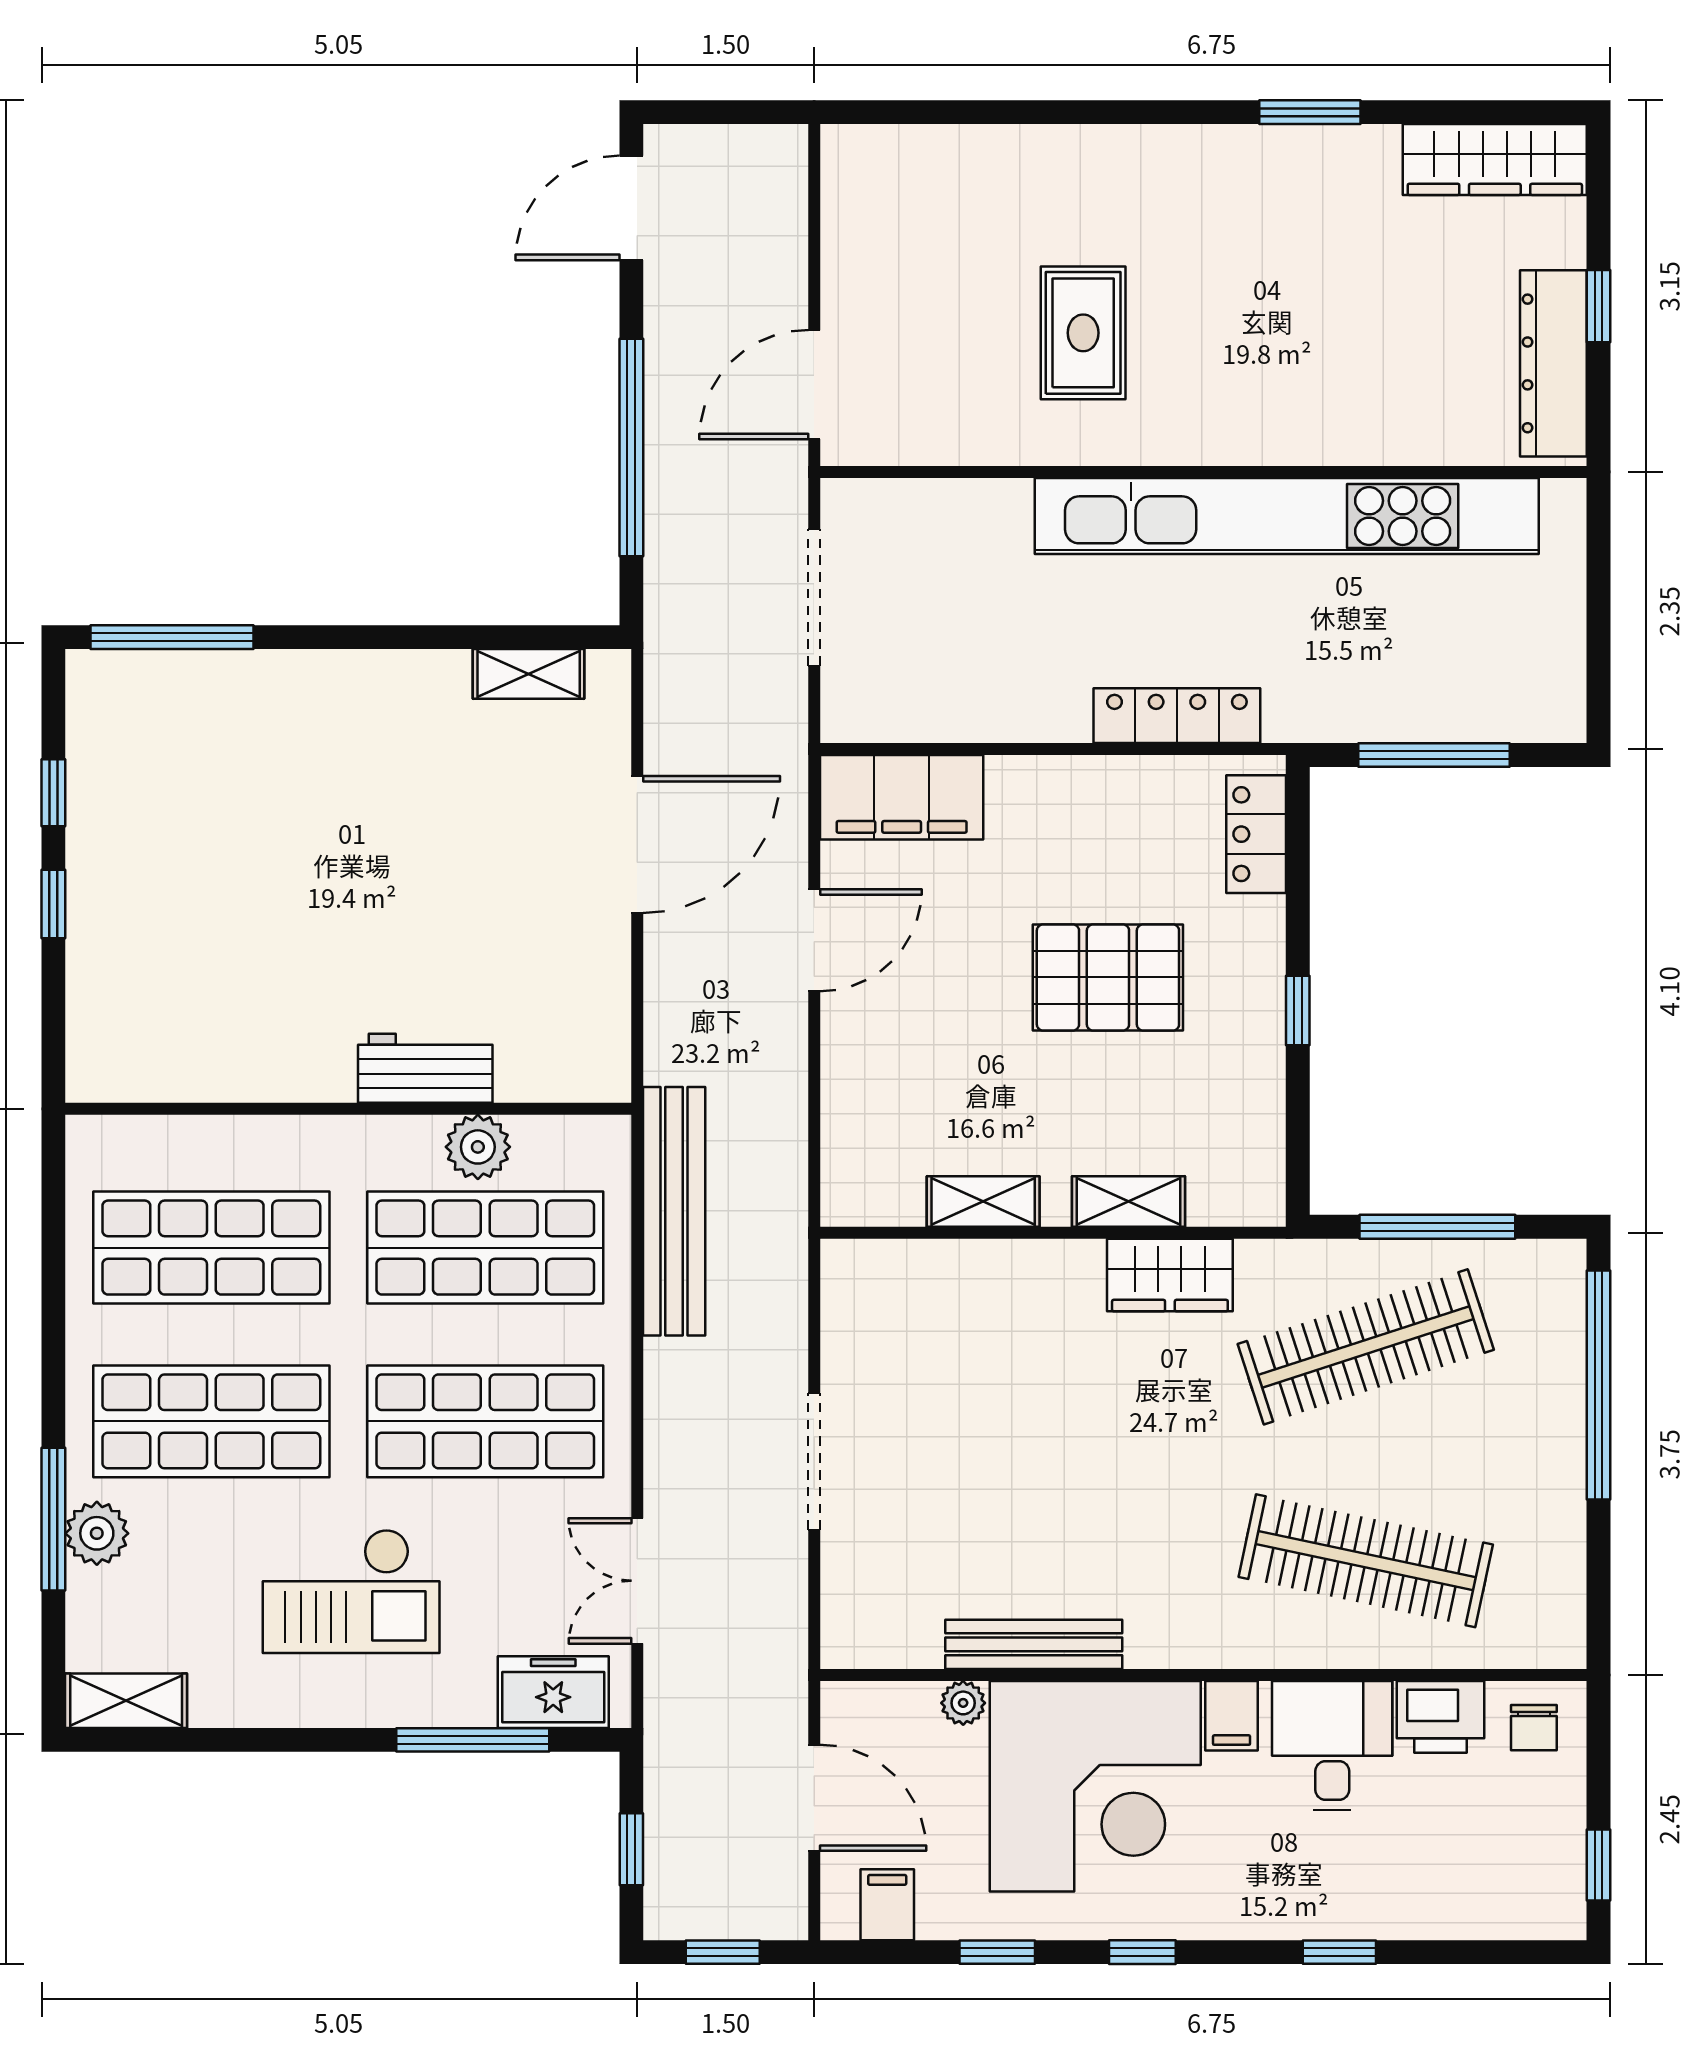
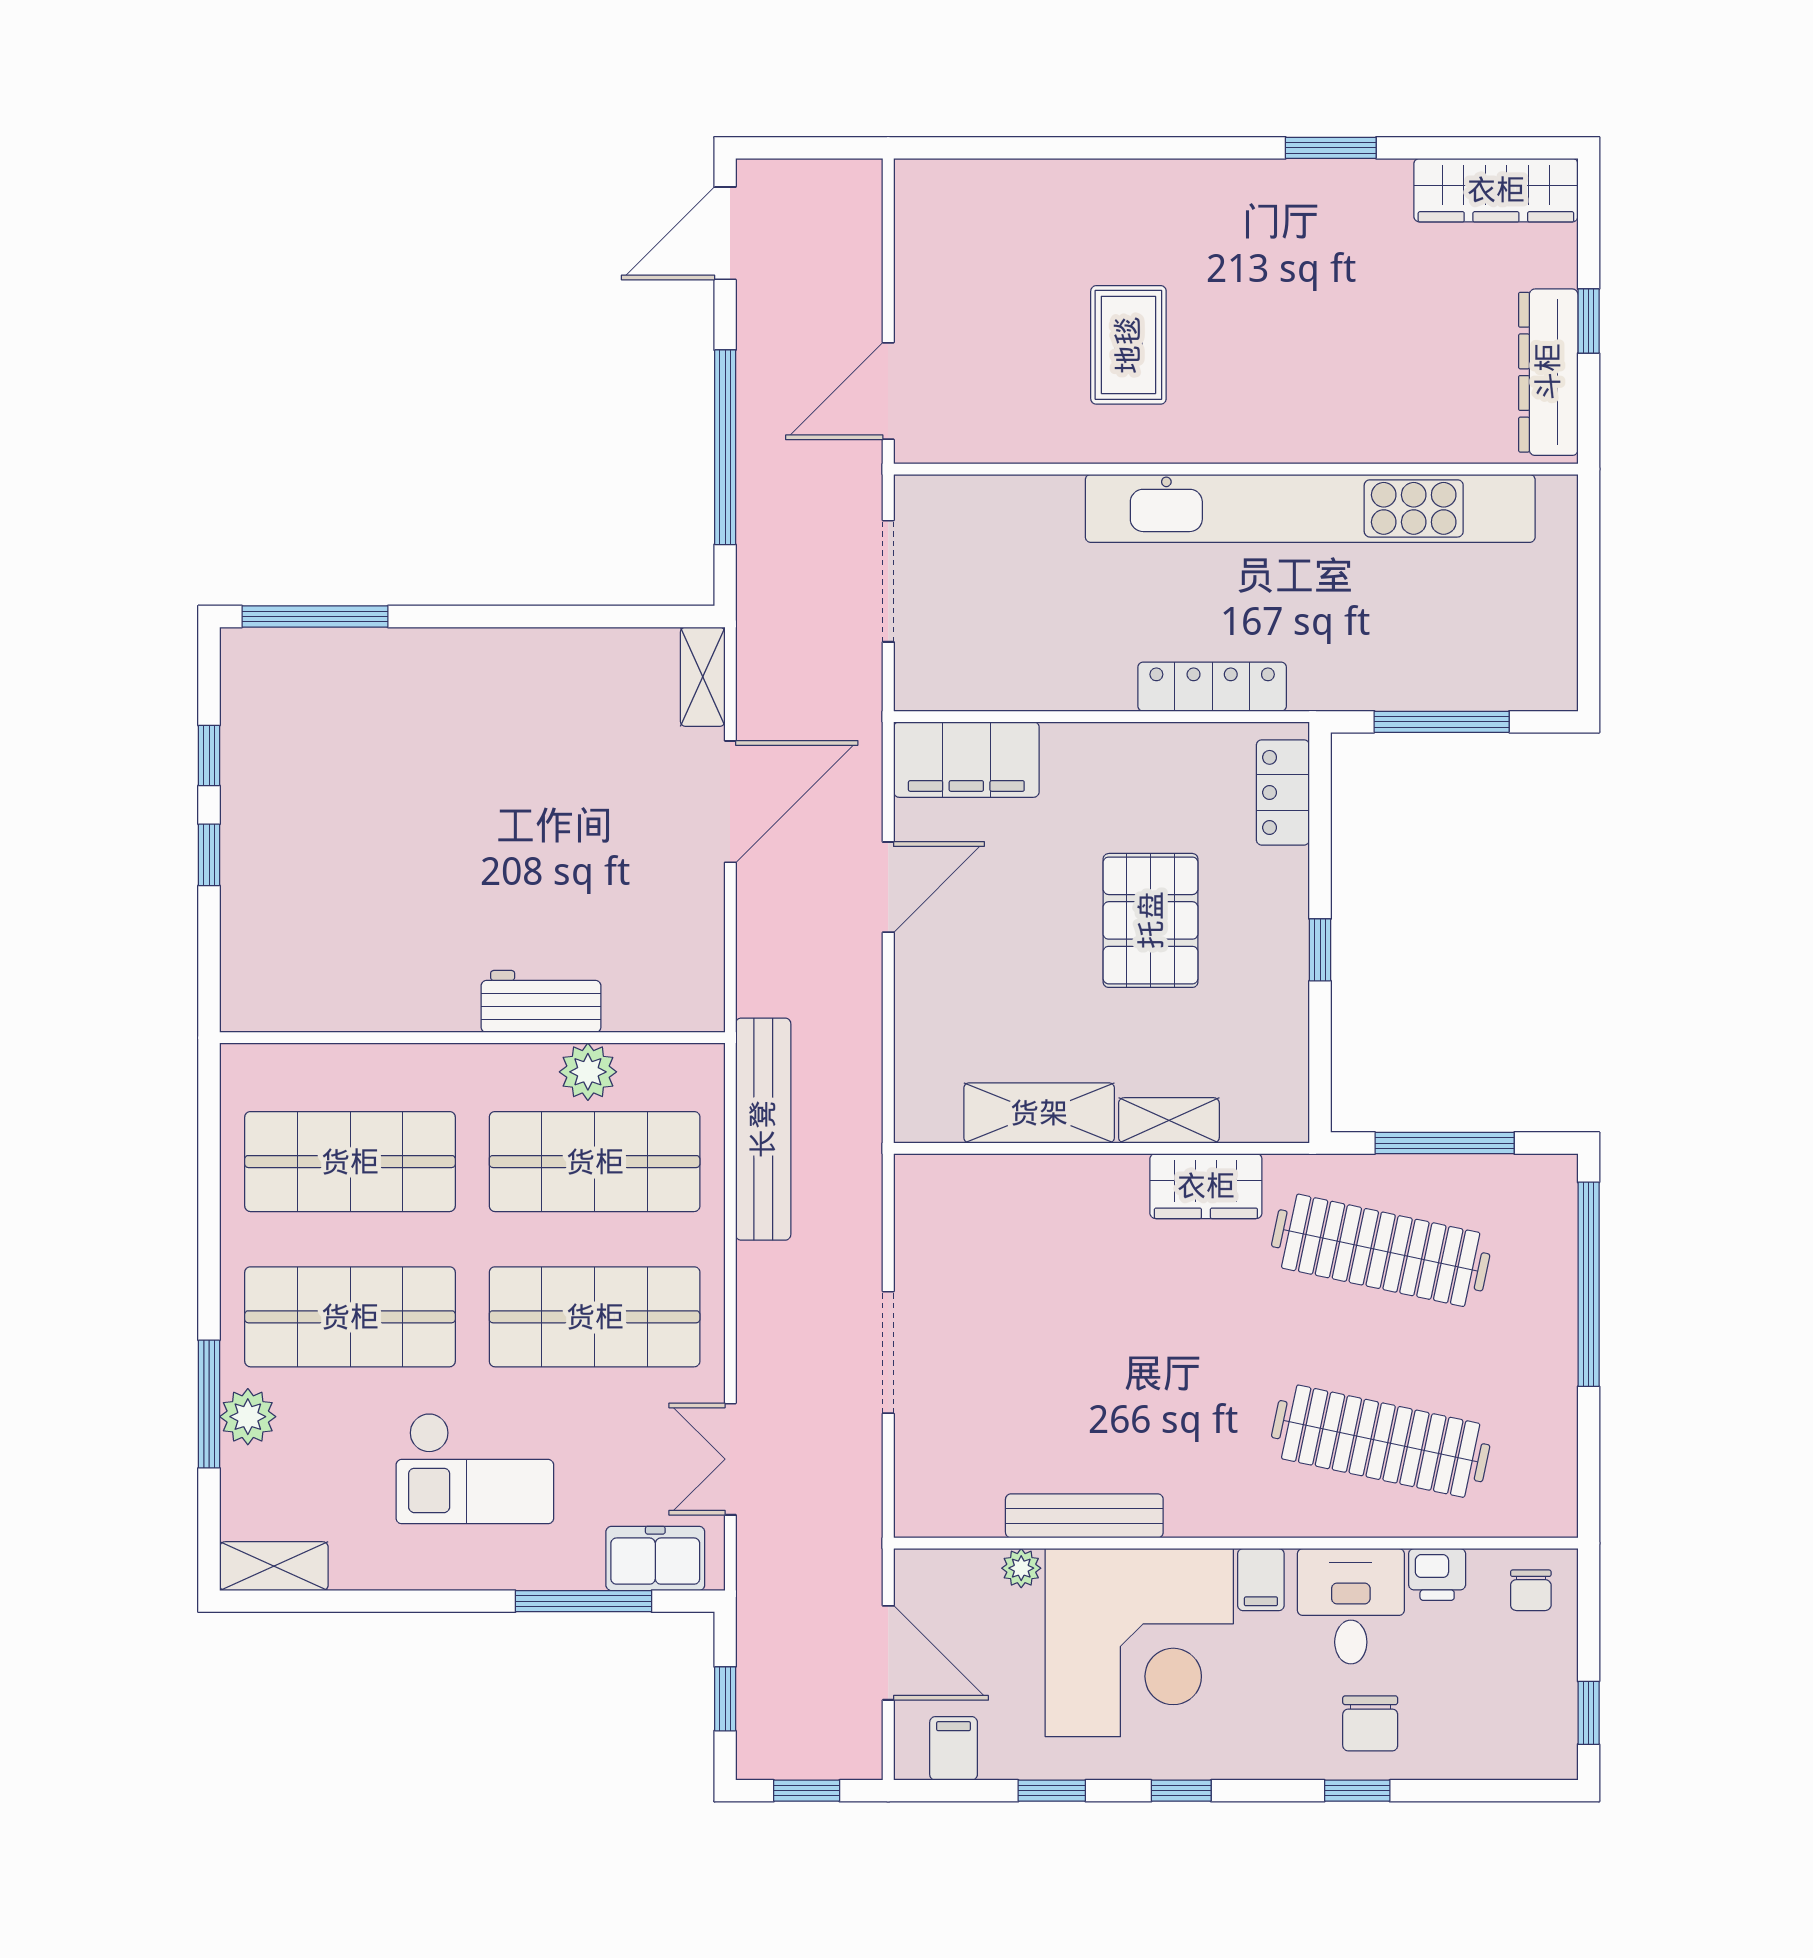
shelving: (529, 674) -> (703, 677), moved, turned 90
pallet: (1108, 977) -> (1151, 920), turned 90
shelving: (983, 1201) -> (1039, 1113), width x1.50, depth x1.33
clothes rail: (1366, 1347) -> (1381, 1250), turned 30
printer: (1440, 1717) -> (1437, 1574), width x0.73, depth x0.81
chair: (1354, 1877) -> (1370, 1723), added

